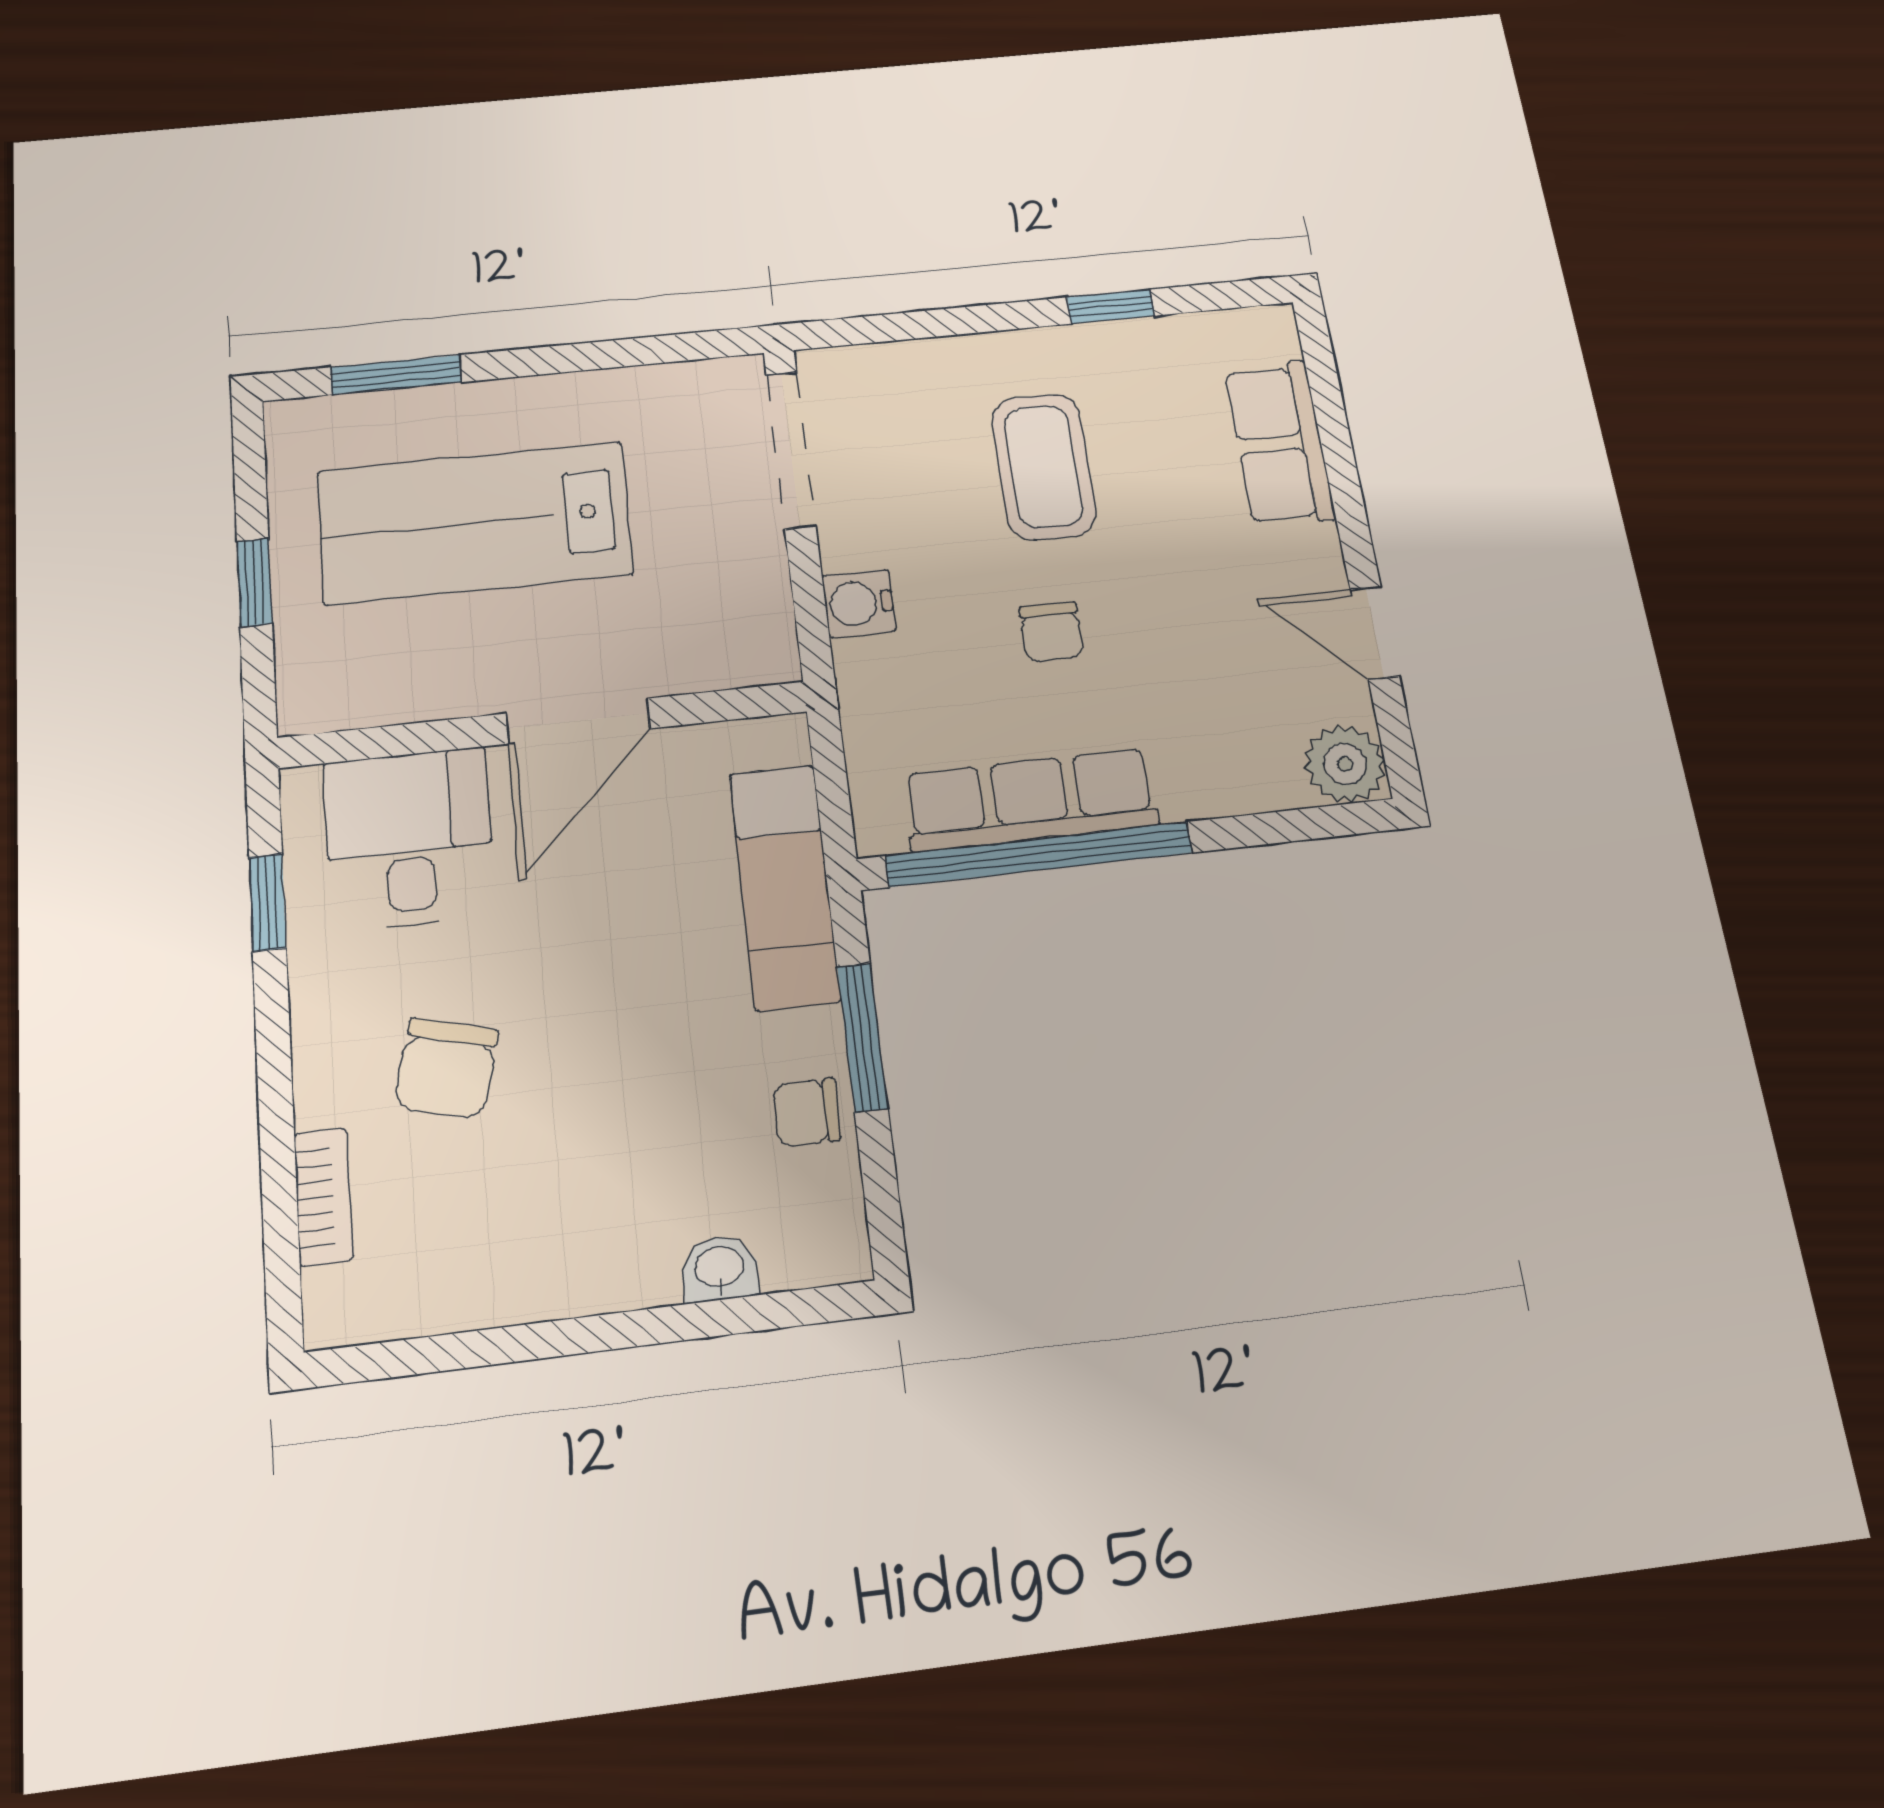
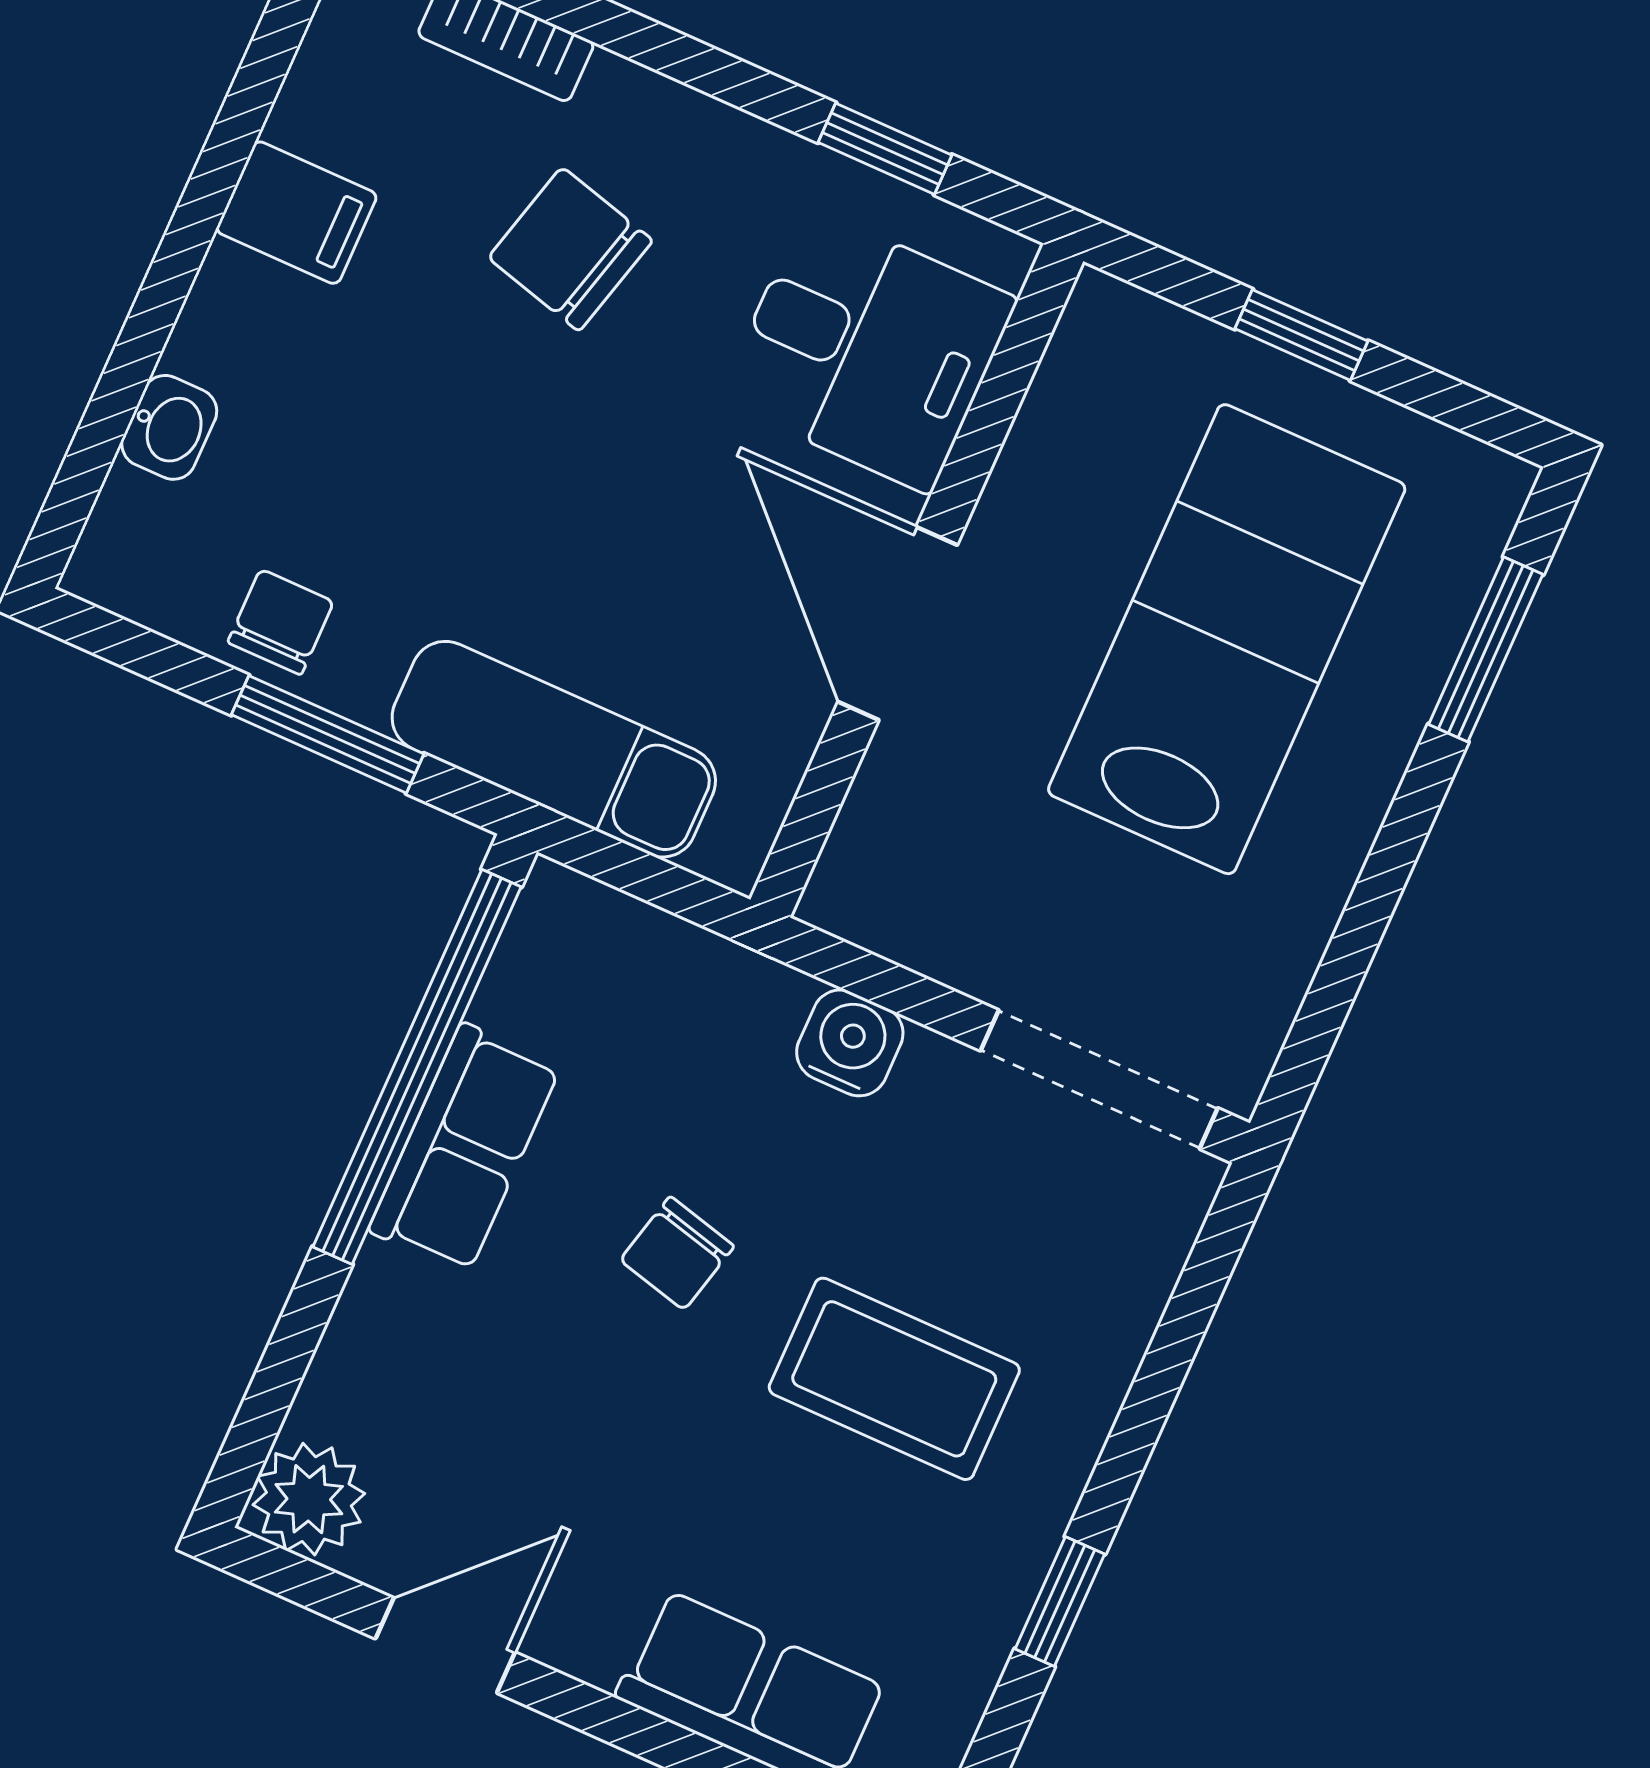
chair: (1051, 632) -> (677, 1253), turned -76
row of seats: (1030, 800) -> (465, 1148), width x0.68
filing cabinet: (522, 1270) -> (296, 213), added

